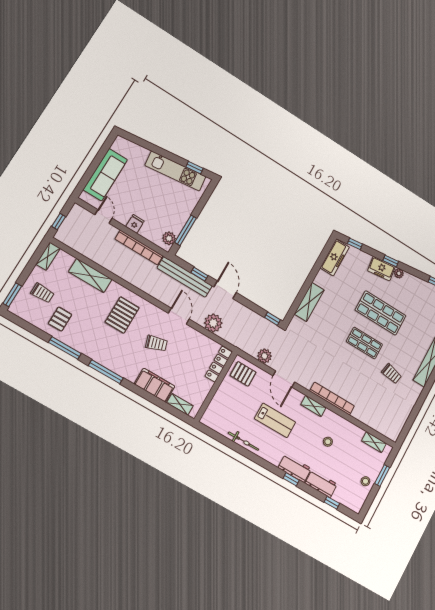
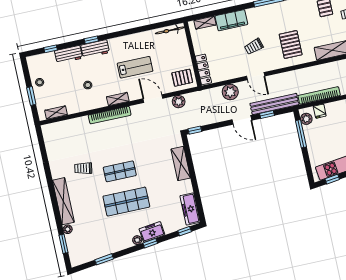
fridge: (135, 224) -> (320, 111), moved
lab bench: (275, 420) -> (135, 67), turned 180
bicycle: (243, 441) -> (170, 30), moved

